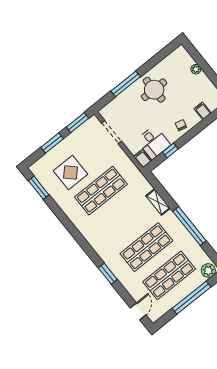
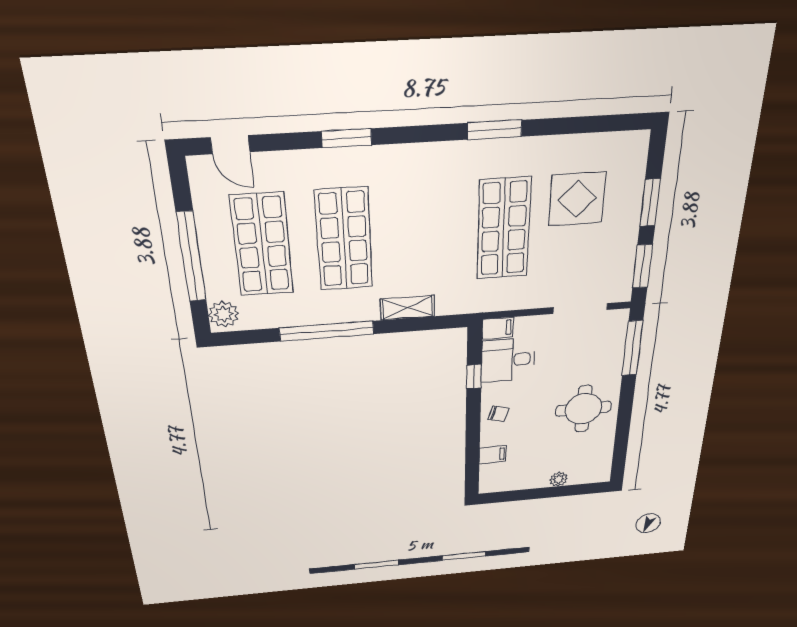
window: (126, 84) -> (633, 348), moved
window: (39, 188) -> (494, 130), moved

